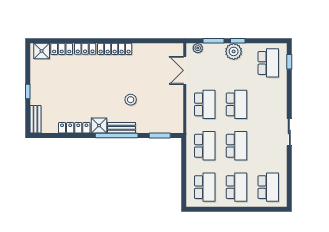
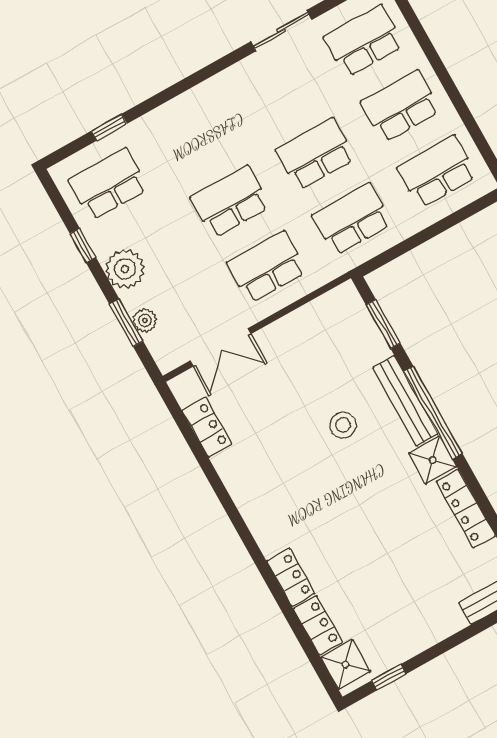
window: (238, 41) -> (83, 246), moved
plant: (198, 48) -> (145, 321), moved
locker: (115, 49) -> (207, 427), moved, width x0.66
window: (289, 62) -> (109, 127), moved
window: (28, 92) -> (389, 677), moved
bench: (122, 128) -> (405, 401), width x1.36
sliding door: (289, 132) -> (281, 31), moved

